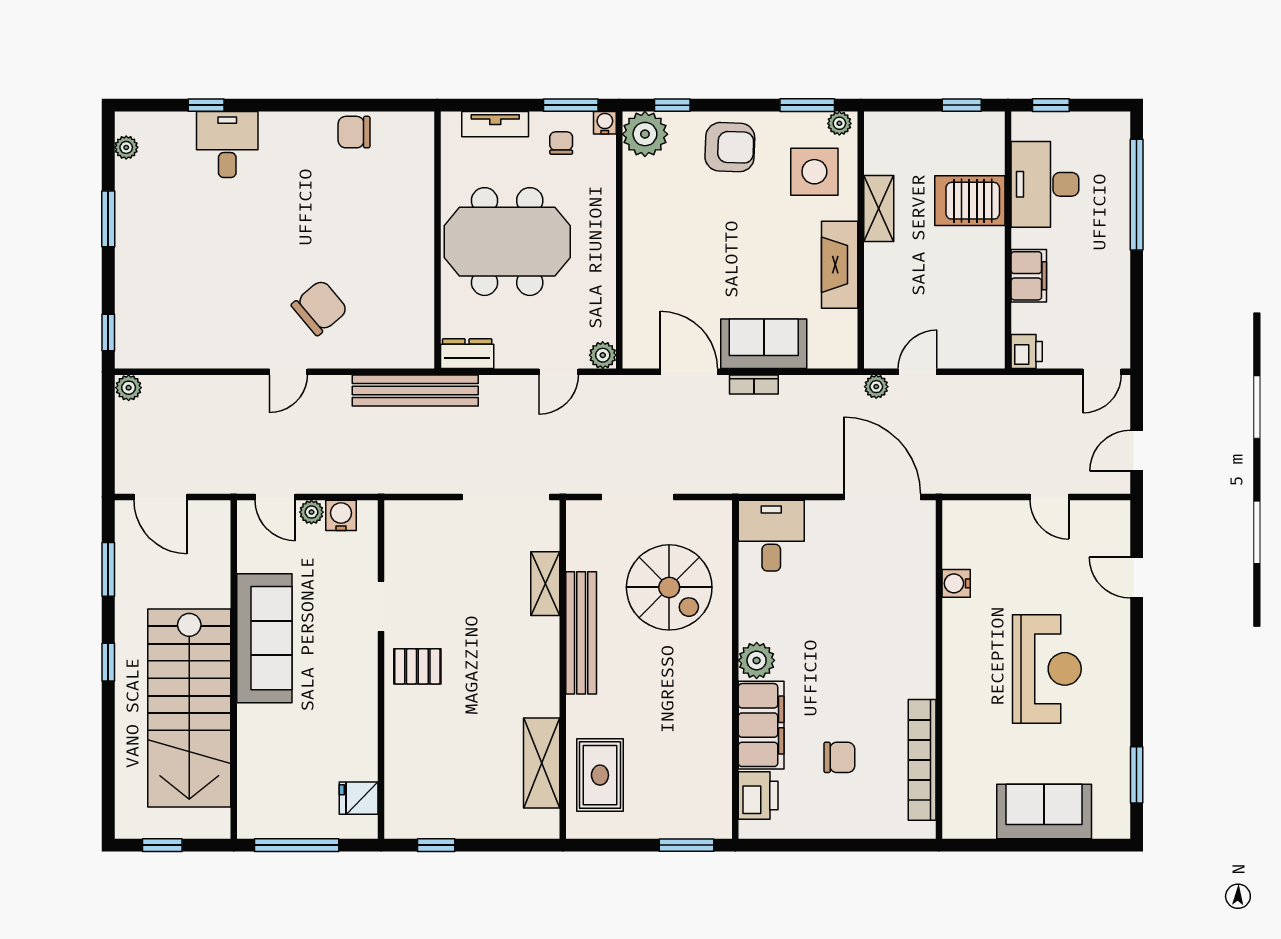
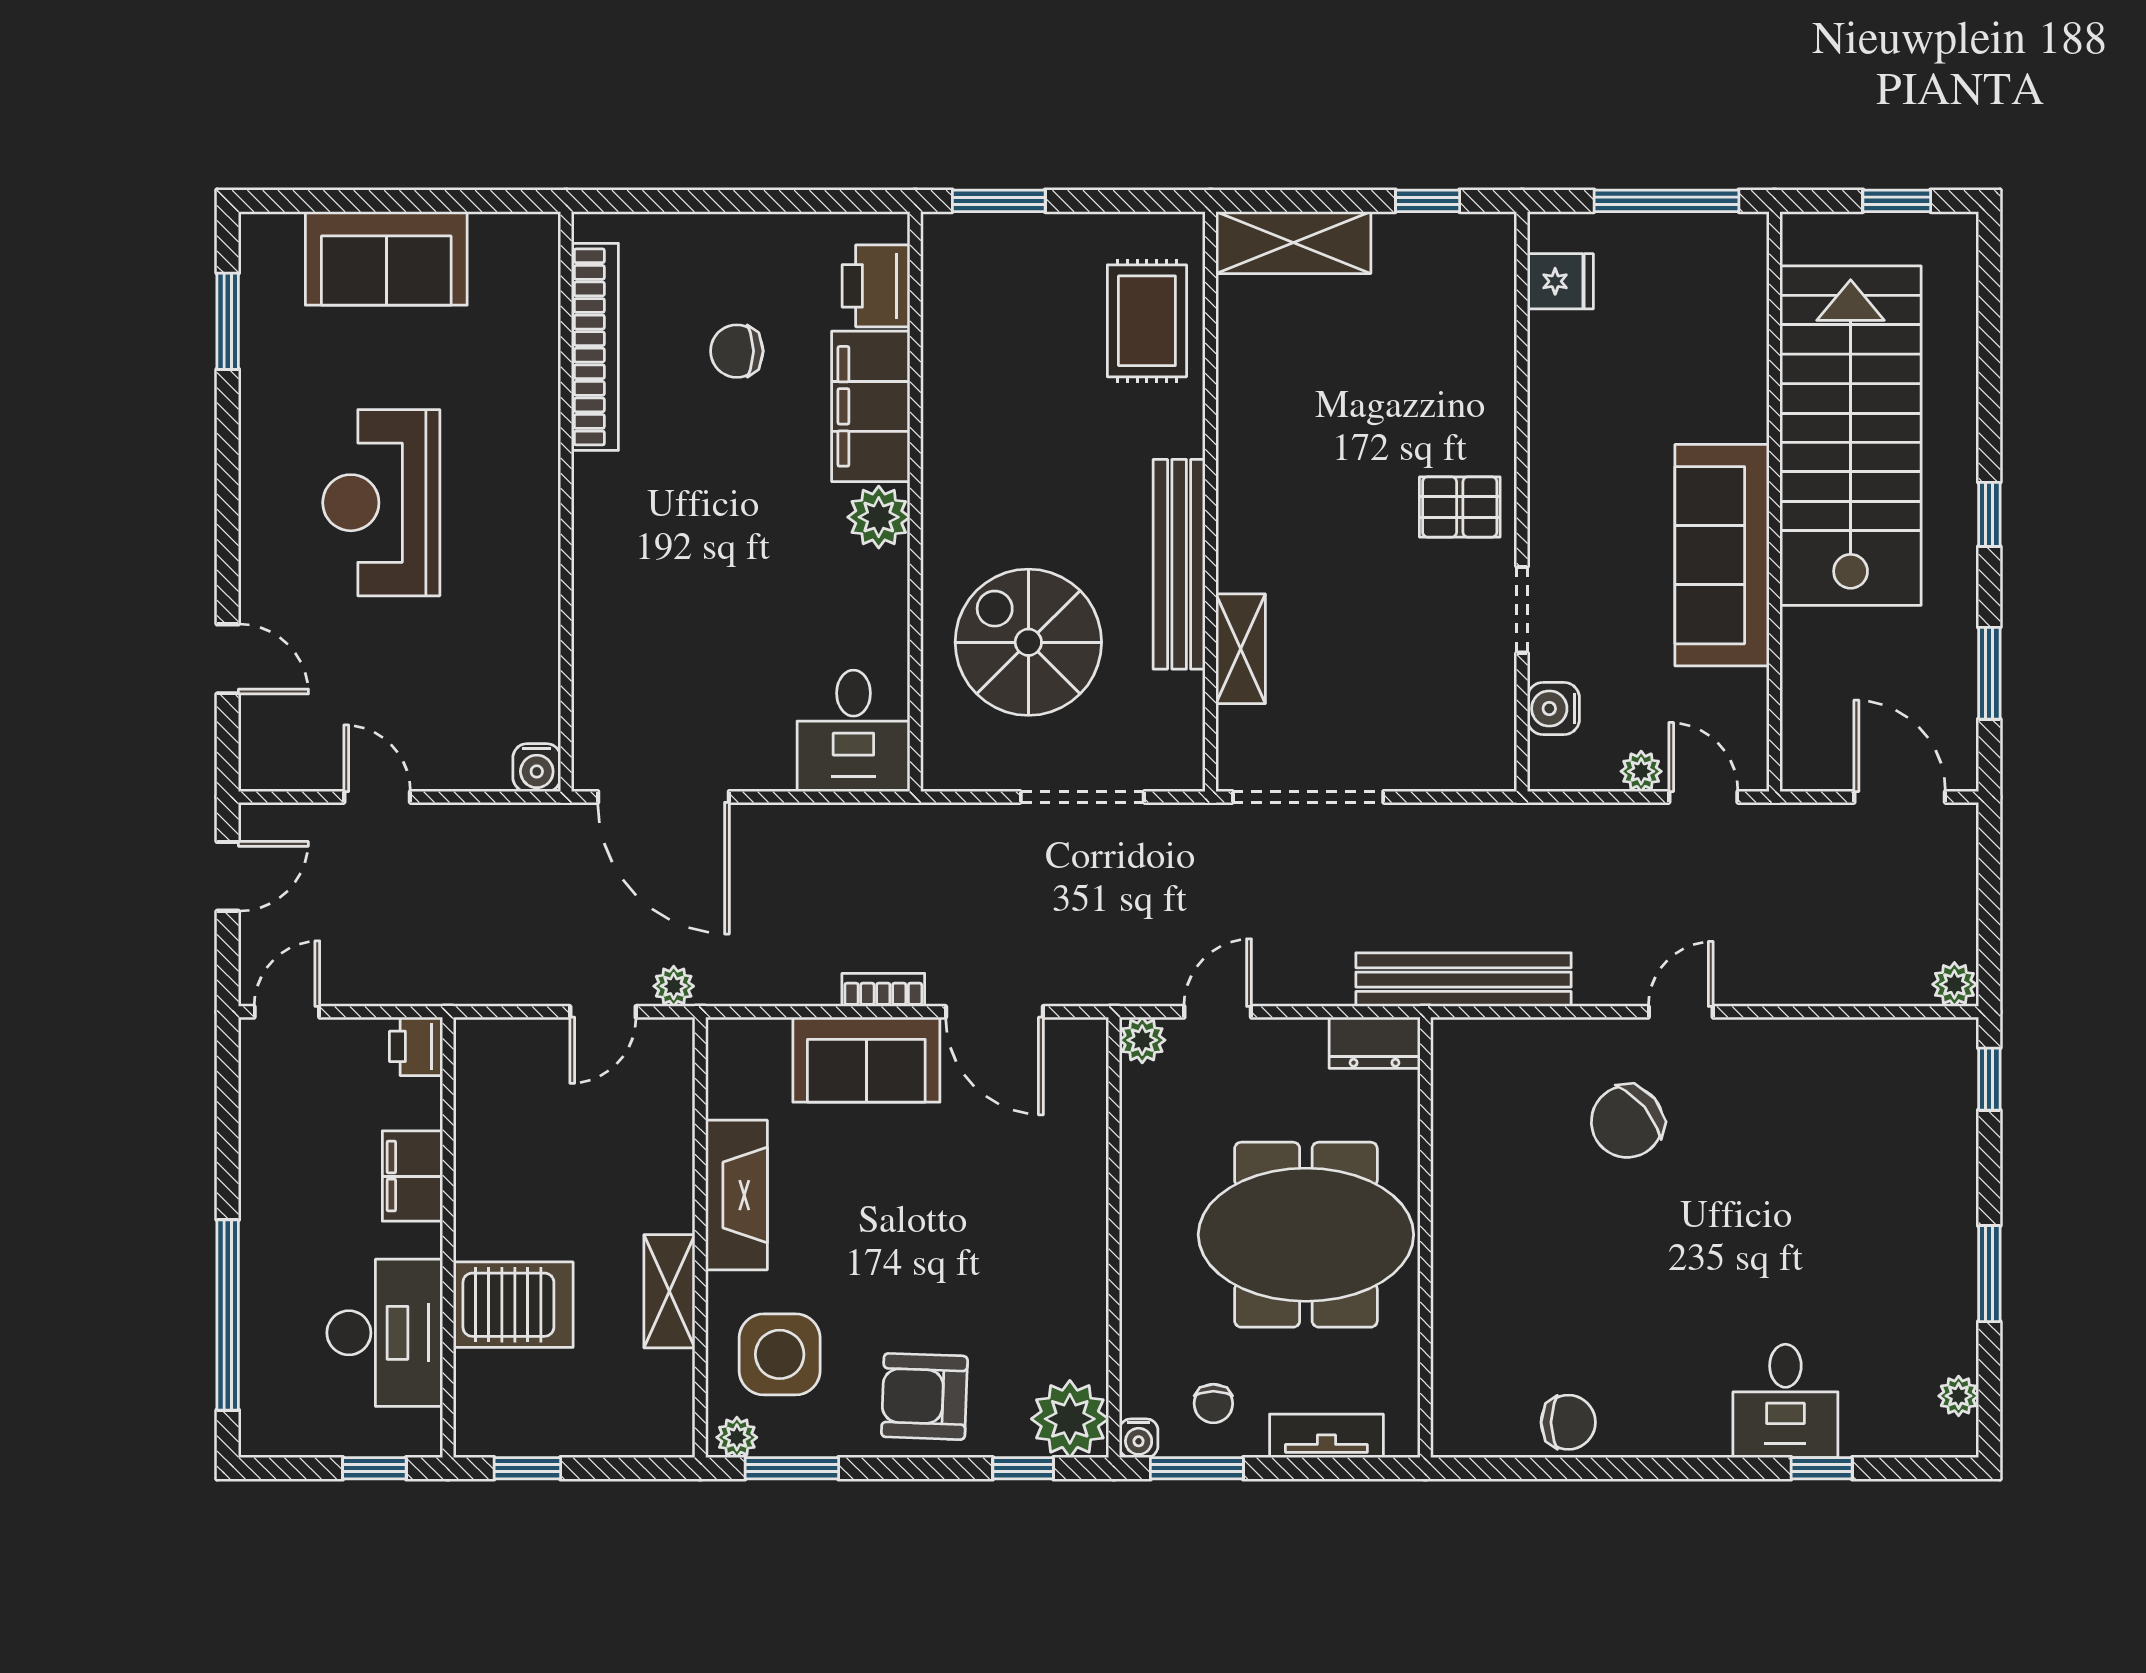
water cooler: (341, 515) -> (1553, 709), moved, turned 90
water cooler: (956, 583) -> (537, 768), moved, turned 90
shelving: (542, 763) -> (1293, 243), moved, turned 90

